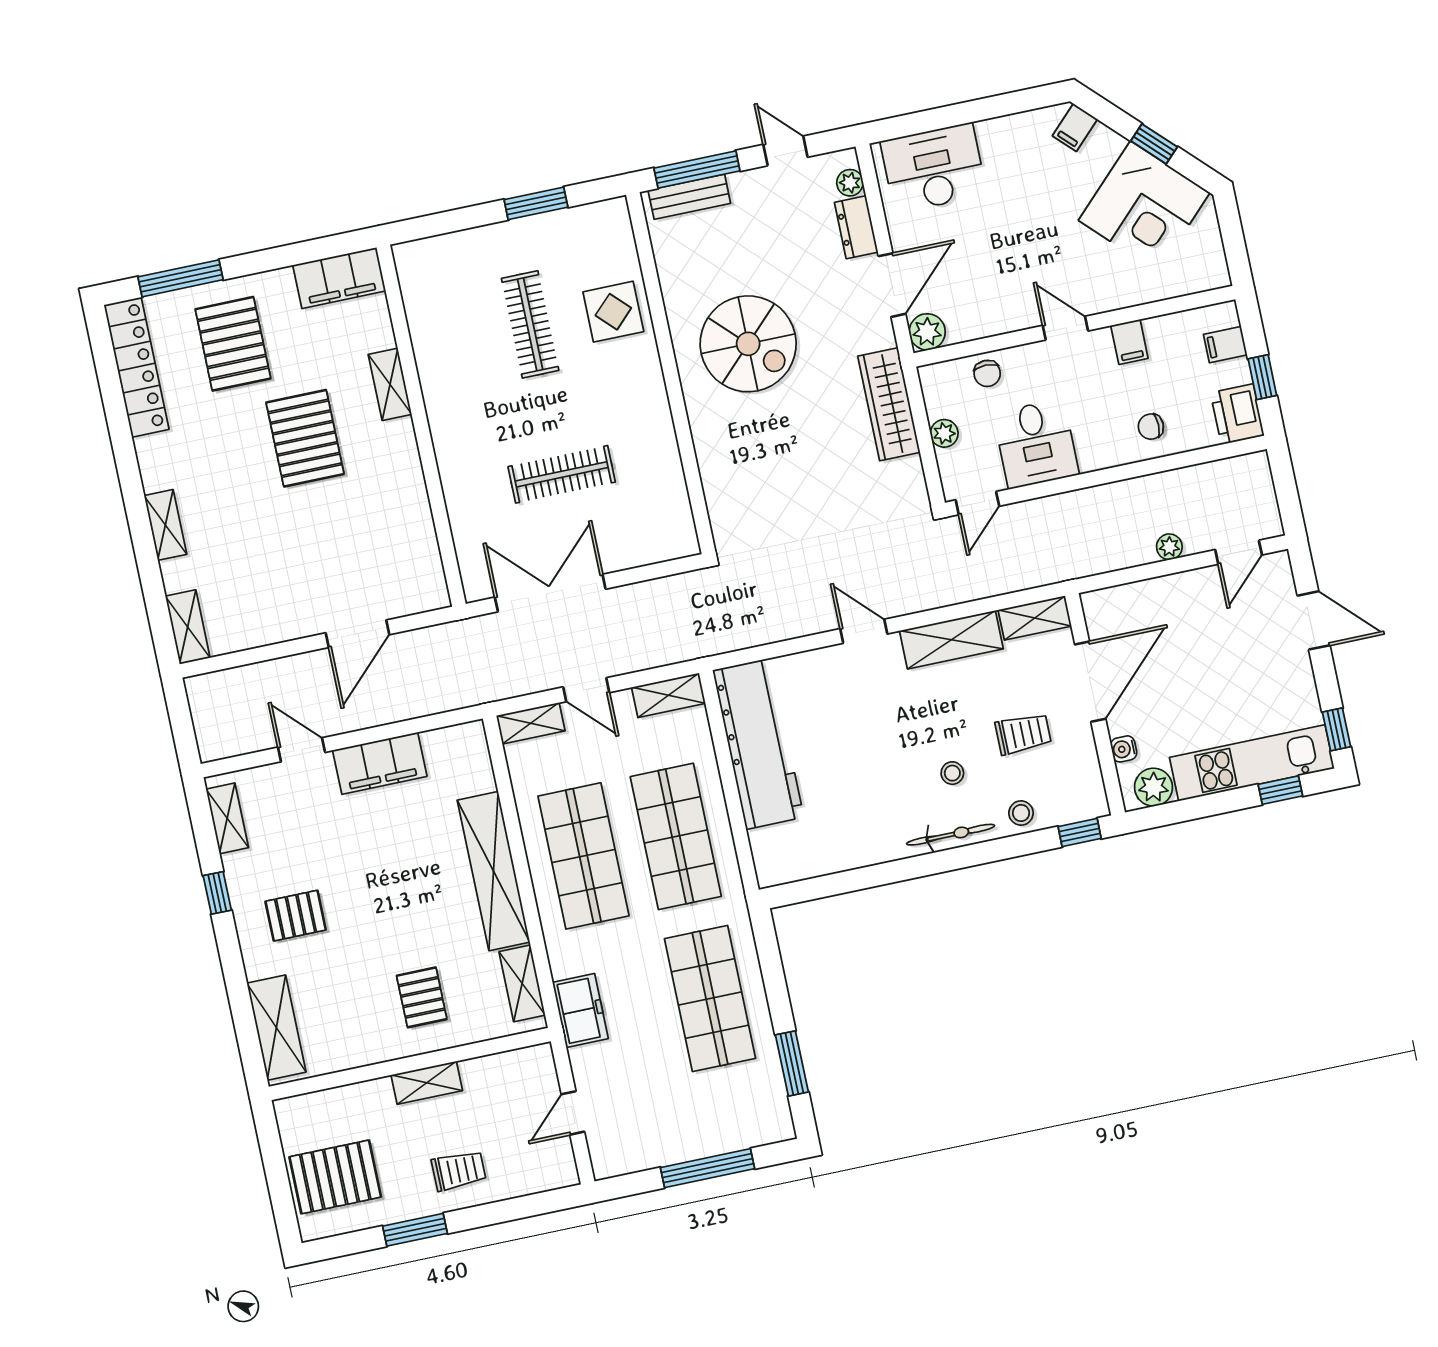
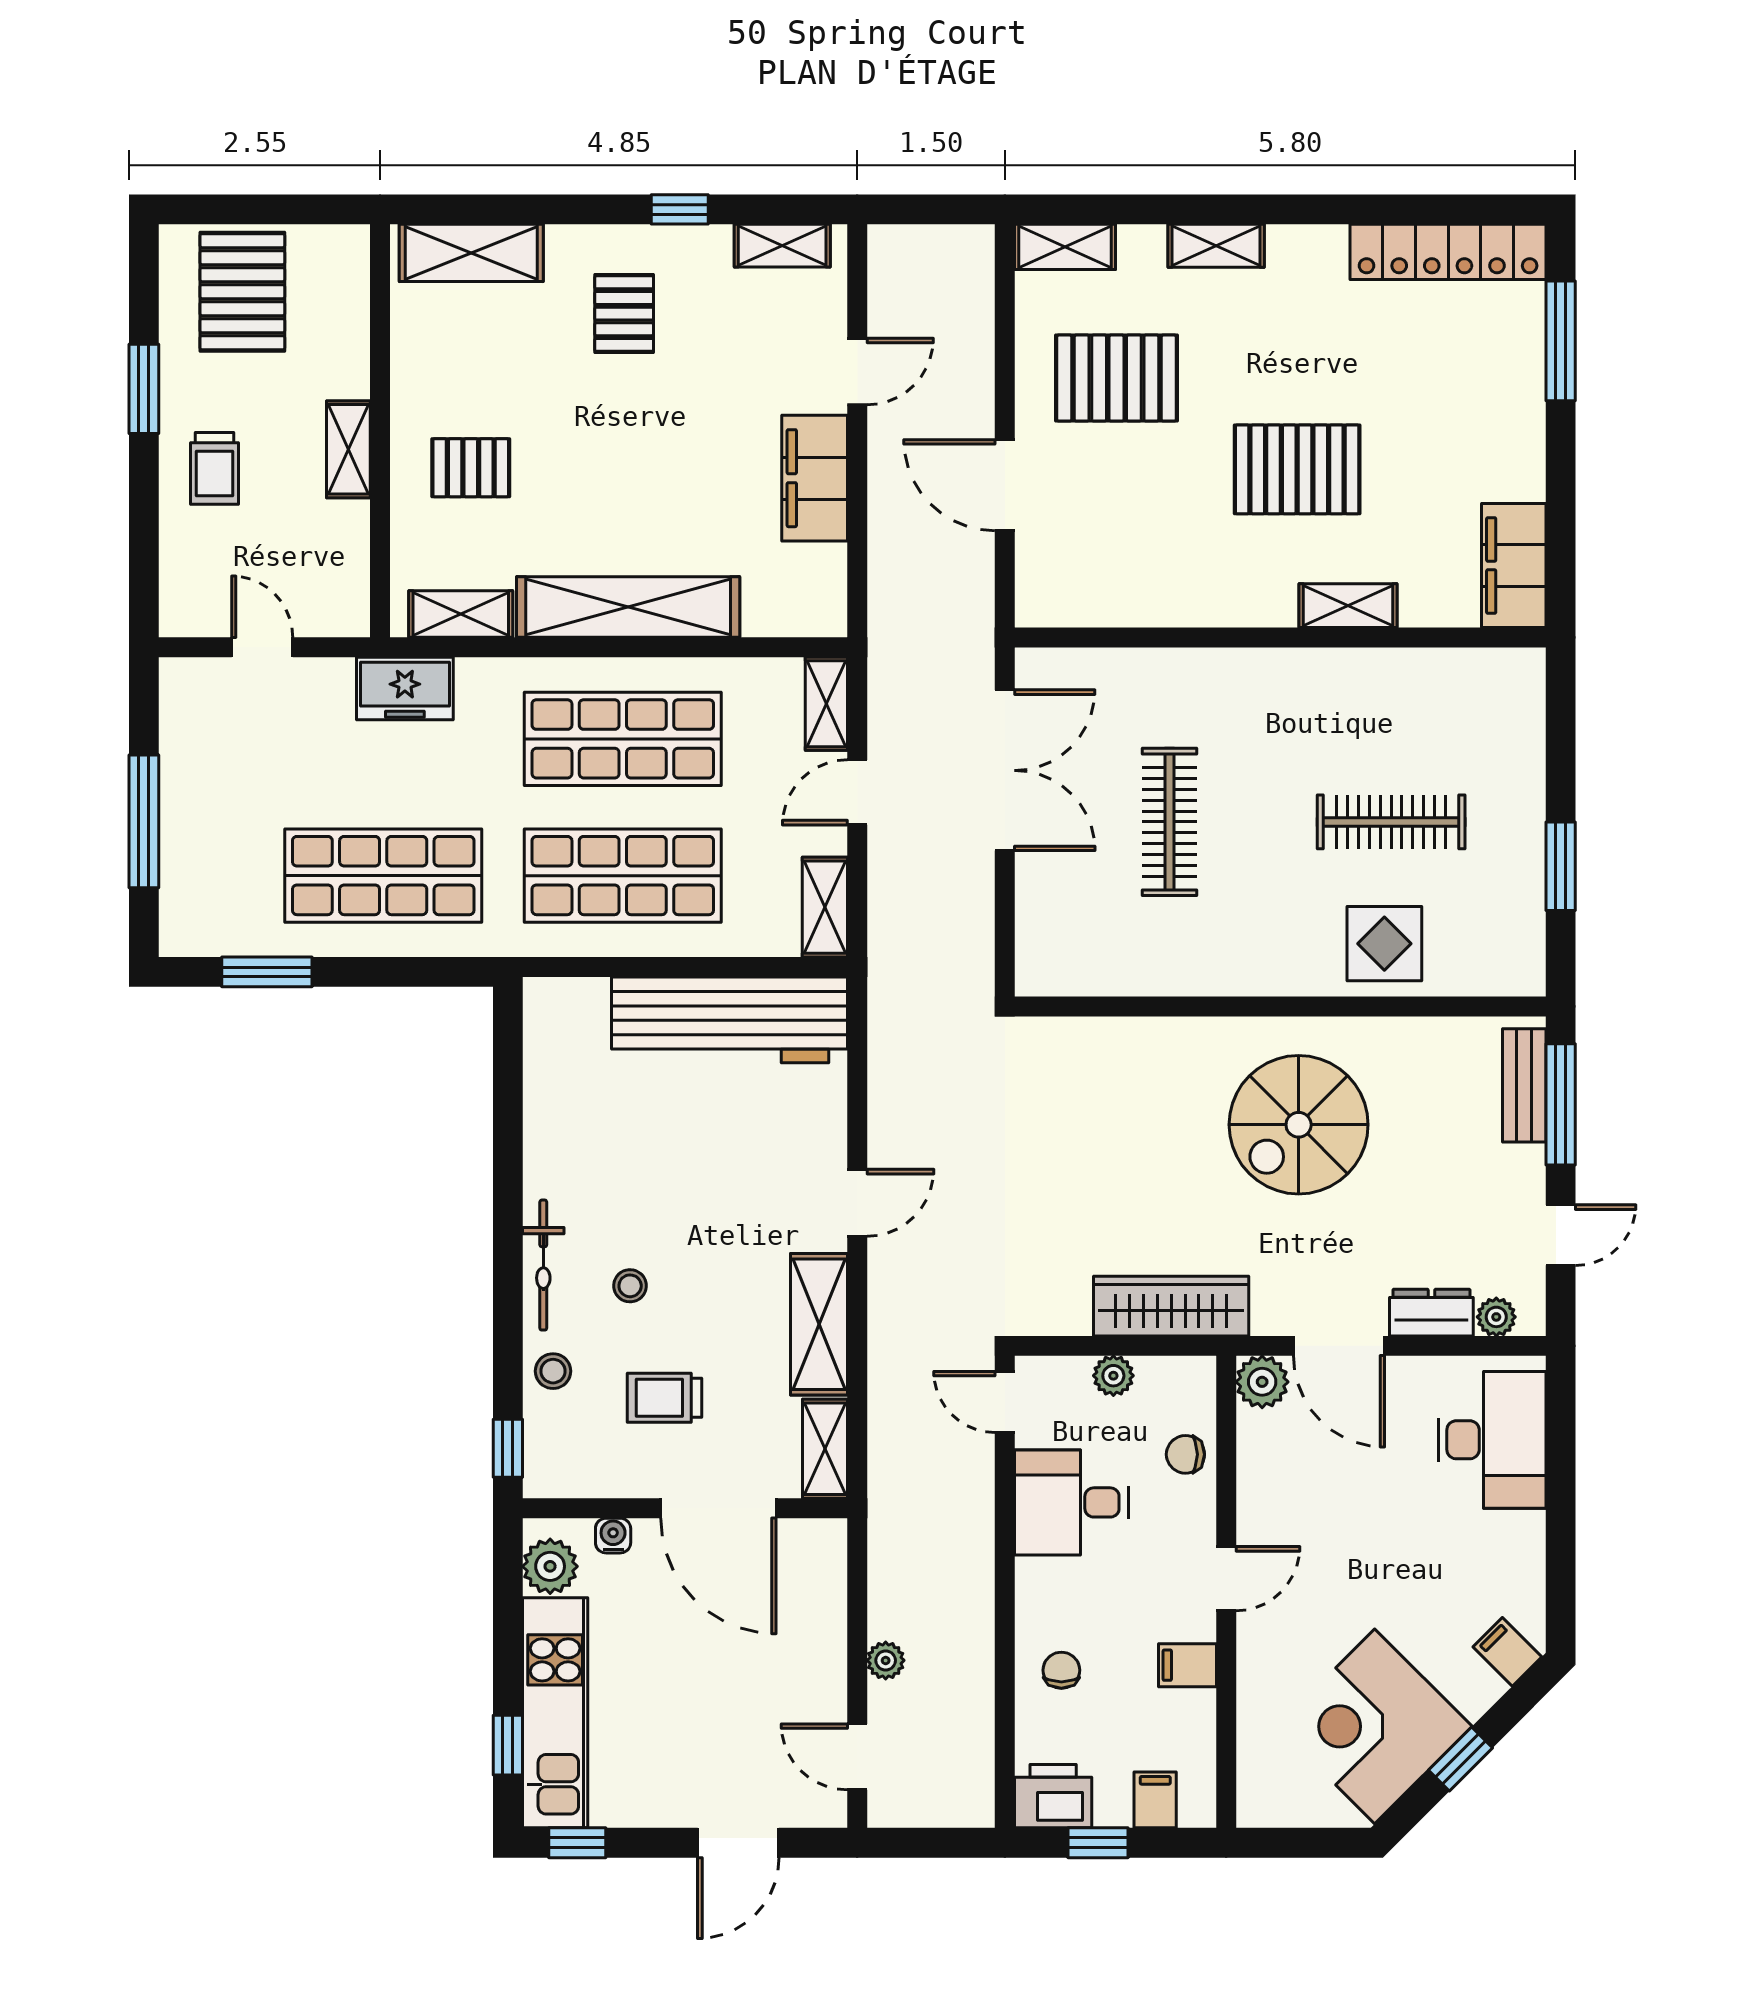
pallet: (233, 344) -> (1116, 378), moved
trolley: (1023, 734) -> (664, 1398), turned 90

